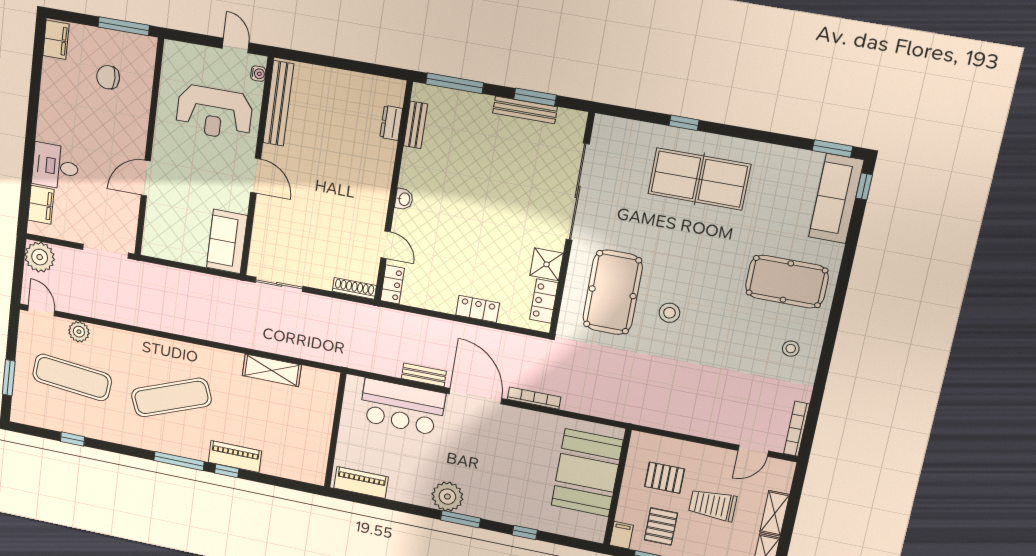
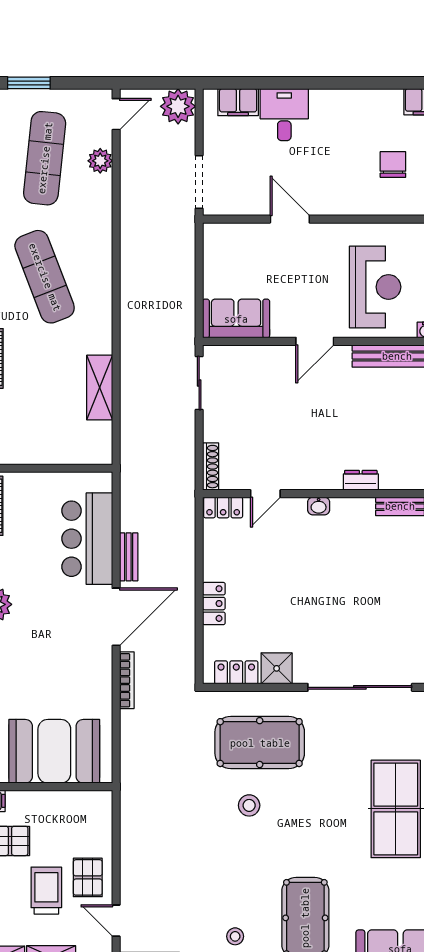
reception desk: (214, 113) -> (375, 287), turned 180
dresser: (391, 123) -> (361, 480), moved
pallet: (665, 478) -> (88, 877), moved

